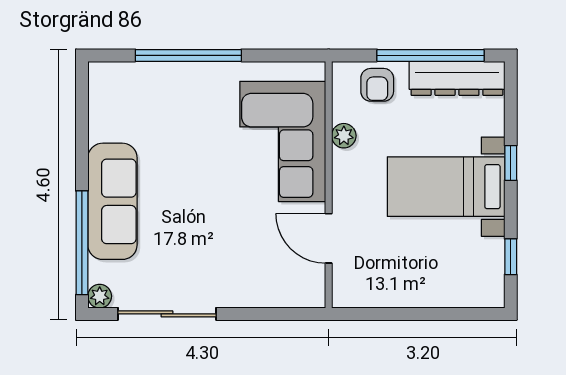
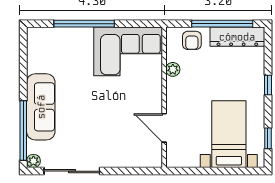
corner sofa: (283, 141) -> (128, 51), moved, turned -90
bed with nightstands: (446, 187) -> (229, 134), moved, turned 90

